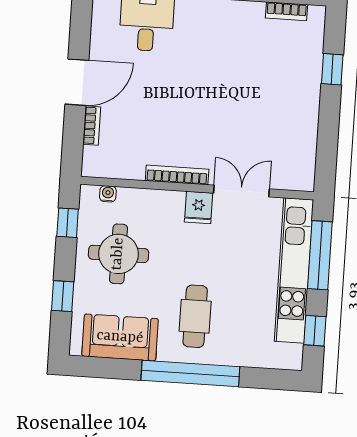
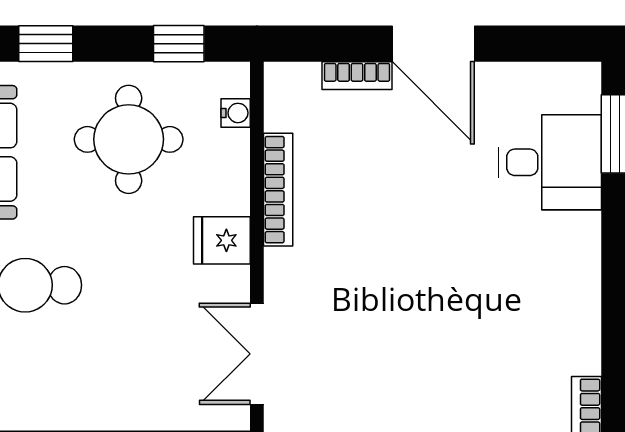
bookcase: (177, 175) -> (278, 190), moved
double door: (241, 191) -> (257, 354), swing flipped
fridge: (199, 207) -> (222, 240), moved

